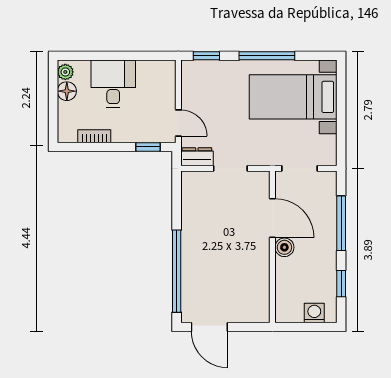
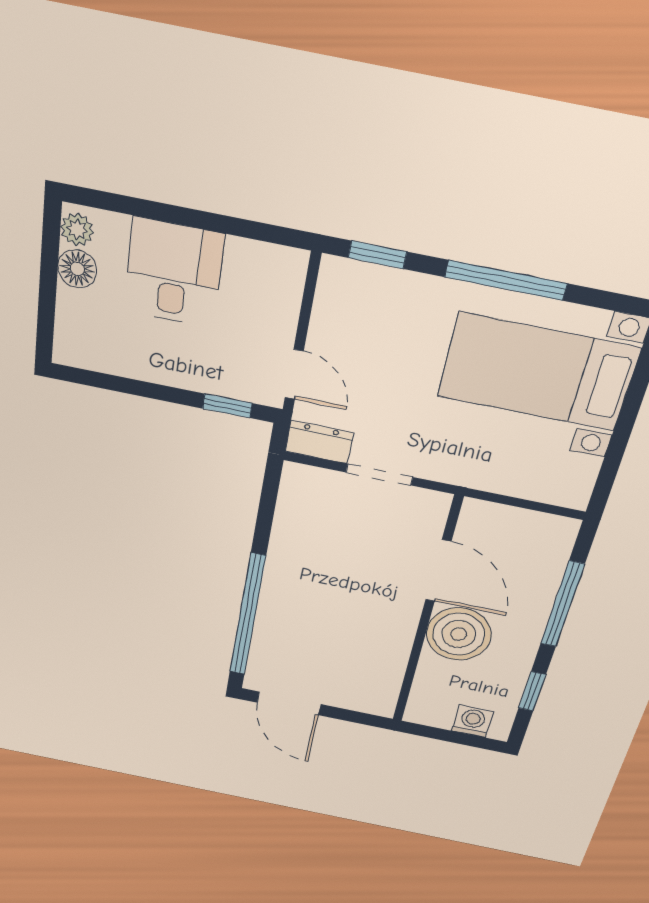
bookcase: (94, 136) -> (125, 365), removed
doorway: (299, 168) -> (512, 501), removed
boiler: (284, 247) -> (459, 634), width x1.86, depth x1.86

